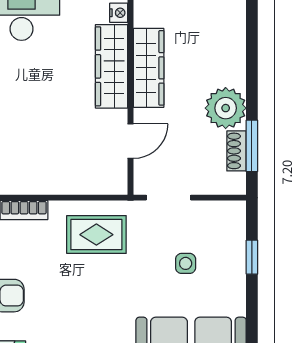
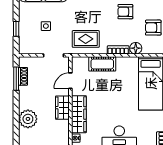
wardrobe: (149, 68) -> (62, 108), width x0.67
plant: (226, 108) -> (28, 119), moved
cot: (60, 179) -> (102, 64), added

